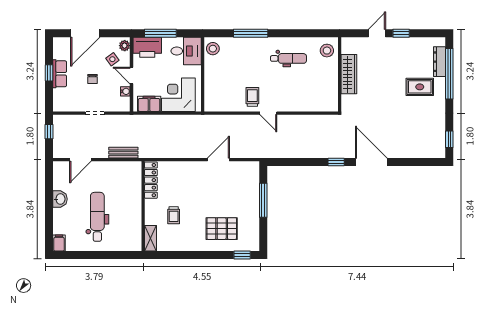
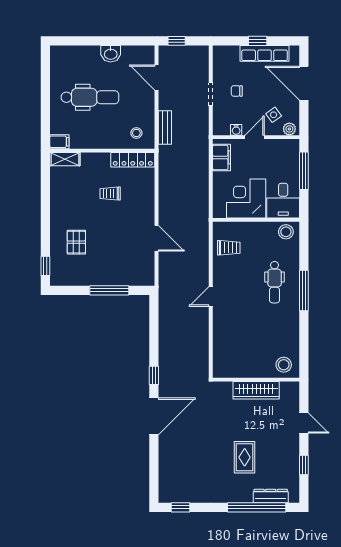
window: (251, 33) -> (304, 291), moved
window: (401, 33) -> (304, 465), moved
printer: (147, 47) -> (288, 155), removed
dental chair: (288, 58) -> (275, 282), moved
row of seats: (60, 74) -> (265, 53), width x1.48
chair: (92, 79) -> (237, 91), moved
rug: (420, 87) -> (245, 457), moved
corner desk: (178, 95) -> (246, 199), moved, turned -90
trolley: (252, 97) -> (229, 248), moved
window: (49, 132) -> (177, 41), moved
stool: (128, 177) -> (136, 133), added
trolley: (174, 215) -> (110, 194), moved
pallet: (222, 229) -> (76, 242), width x0.67, depth x0.71
filing cabinet: (59, 243) -> (59, 142), moved

